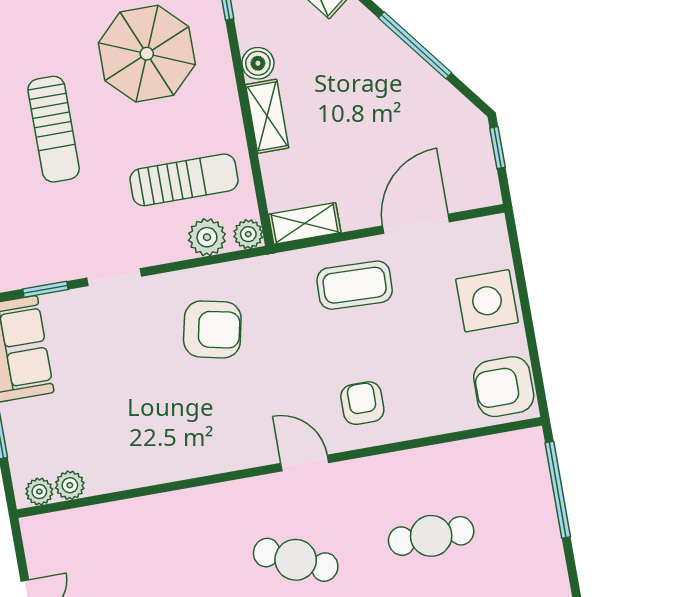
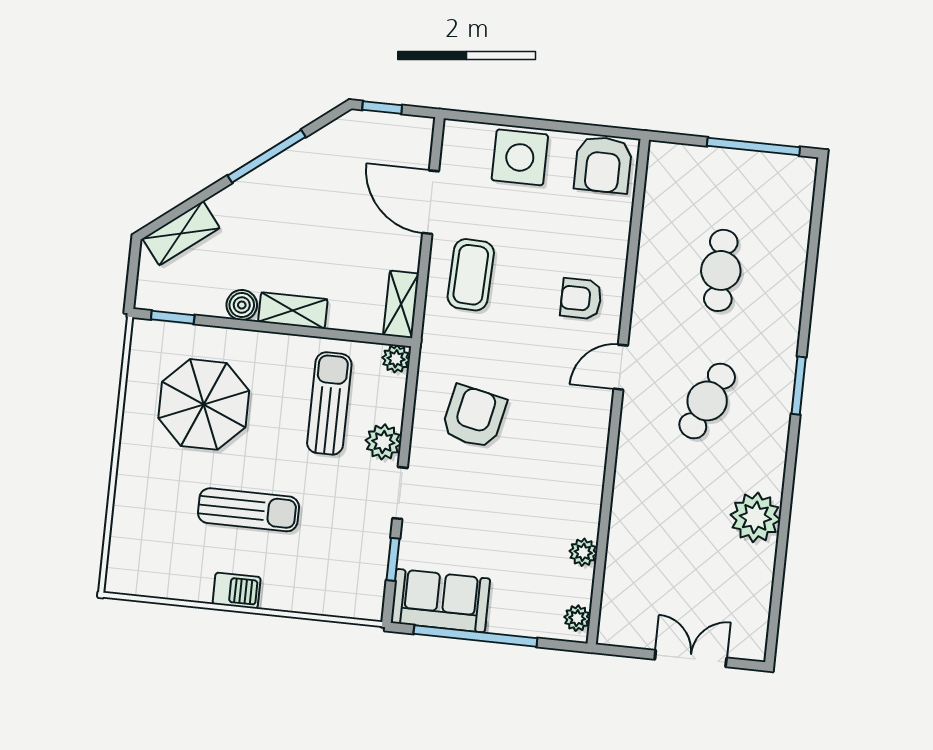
plant: (207, 237) -> (383, 442), moved
plant: (70, 485) -> (583, 552), moved
window: (558, 490) -> (753, 147), moved

